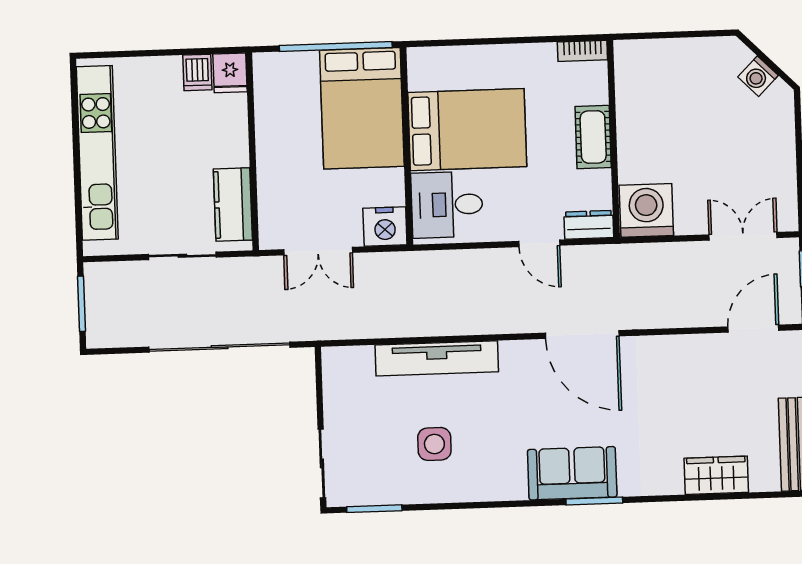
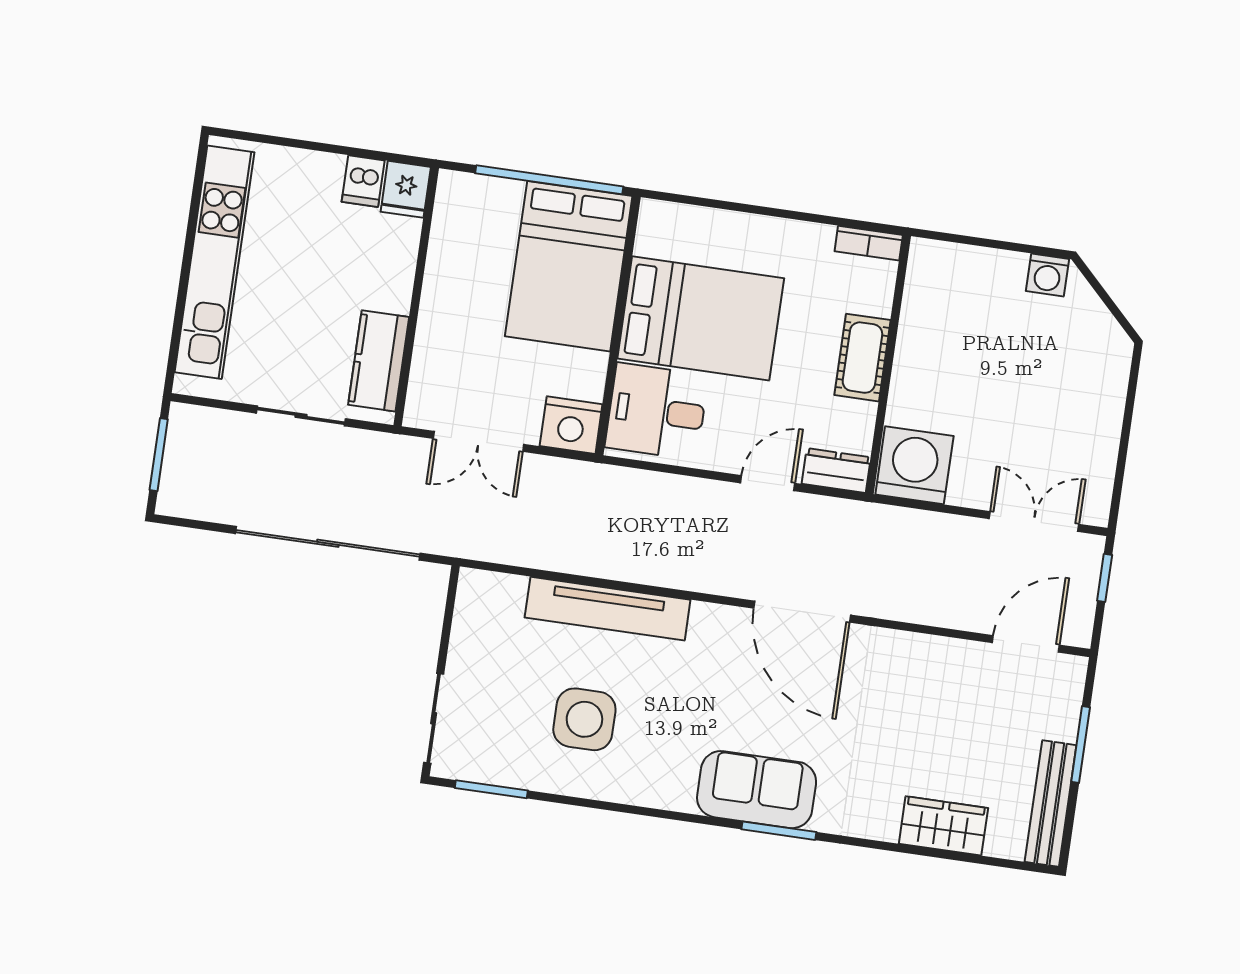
washing machine: (758, 76) -> (1047, 275), moved, turned -45
door: (539, 243) -> (768, 483), swing flipped
side table: (434, 444) -> (584, 719), width x1.37, depth x1.37

